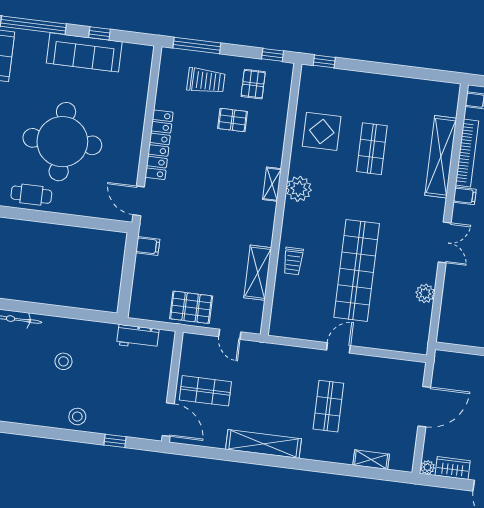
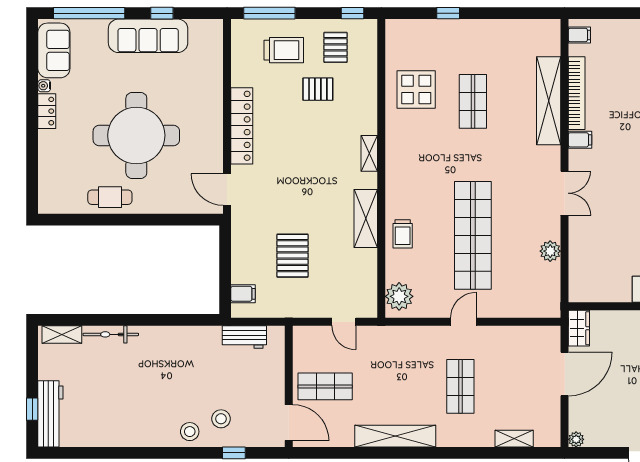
window: (324, 61) -> (448, 13), moved
plant: (299, 189) -> (399, 296), moved
filing cabinet: (148, 246) -> (243, 294), moved
shelving: (258, 273) -> (366, 219), moved
pallet: (191, 307) -> (293, 256), moved, turned 90
stool: (63, 361) -> (221, 419), moved
wardrobe: (453, 468) -> (579, 328), moved, turned 90

